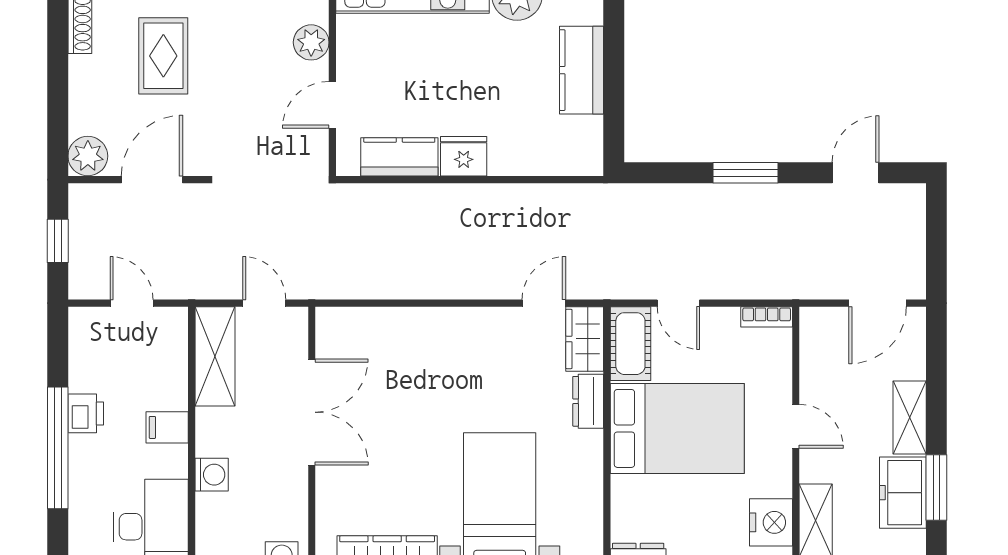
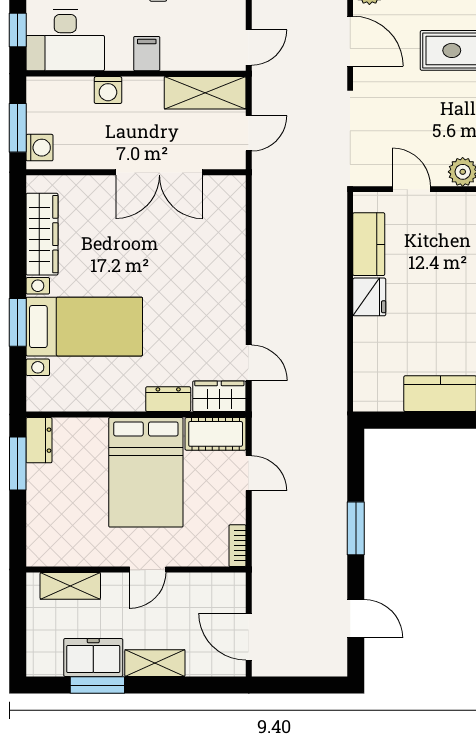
door: (132, 303) -> (249, 48), moved
door: (678, 303) -> (249, 473), swing flipped
nightstand: (771, 522) -> (69, 549), removed

